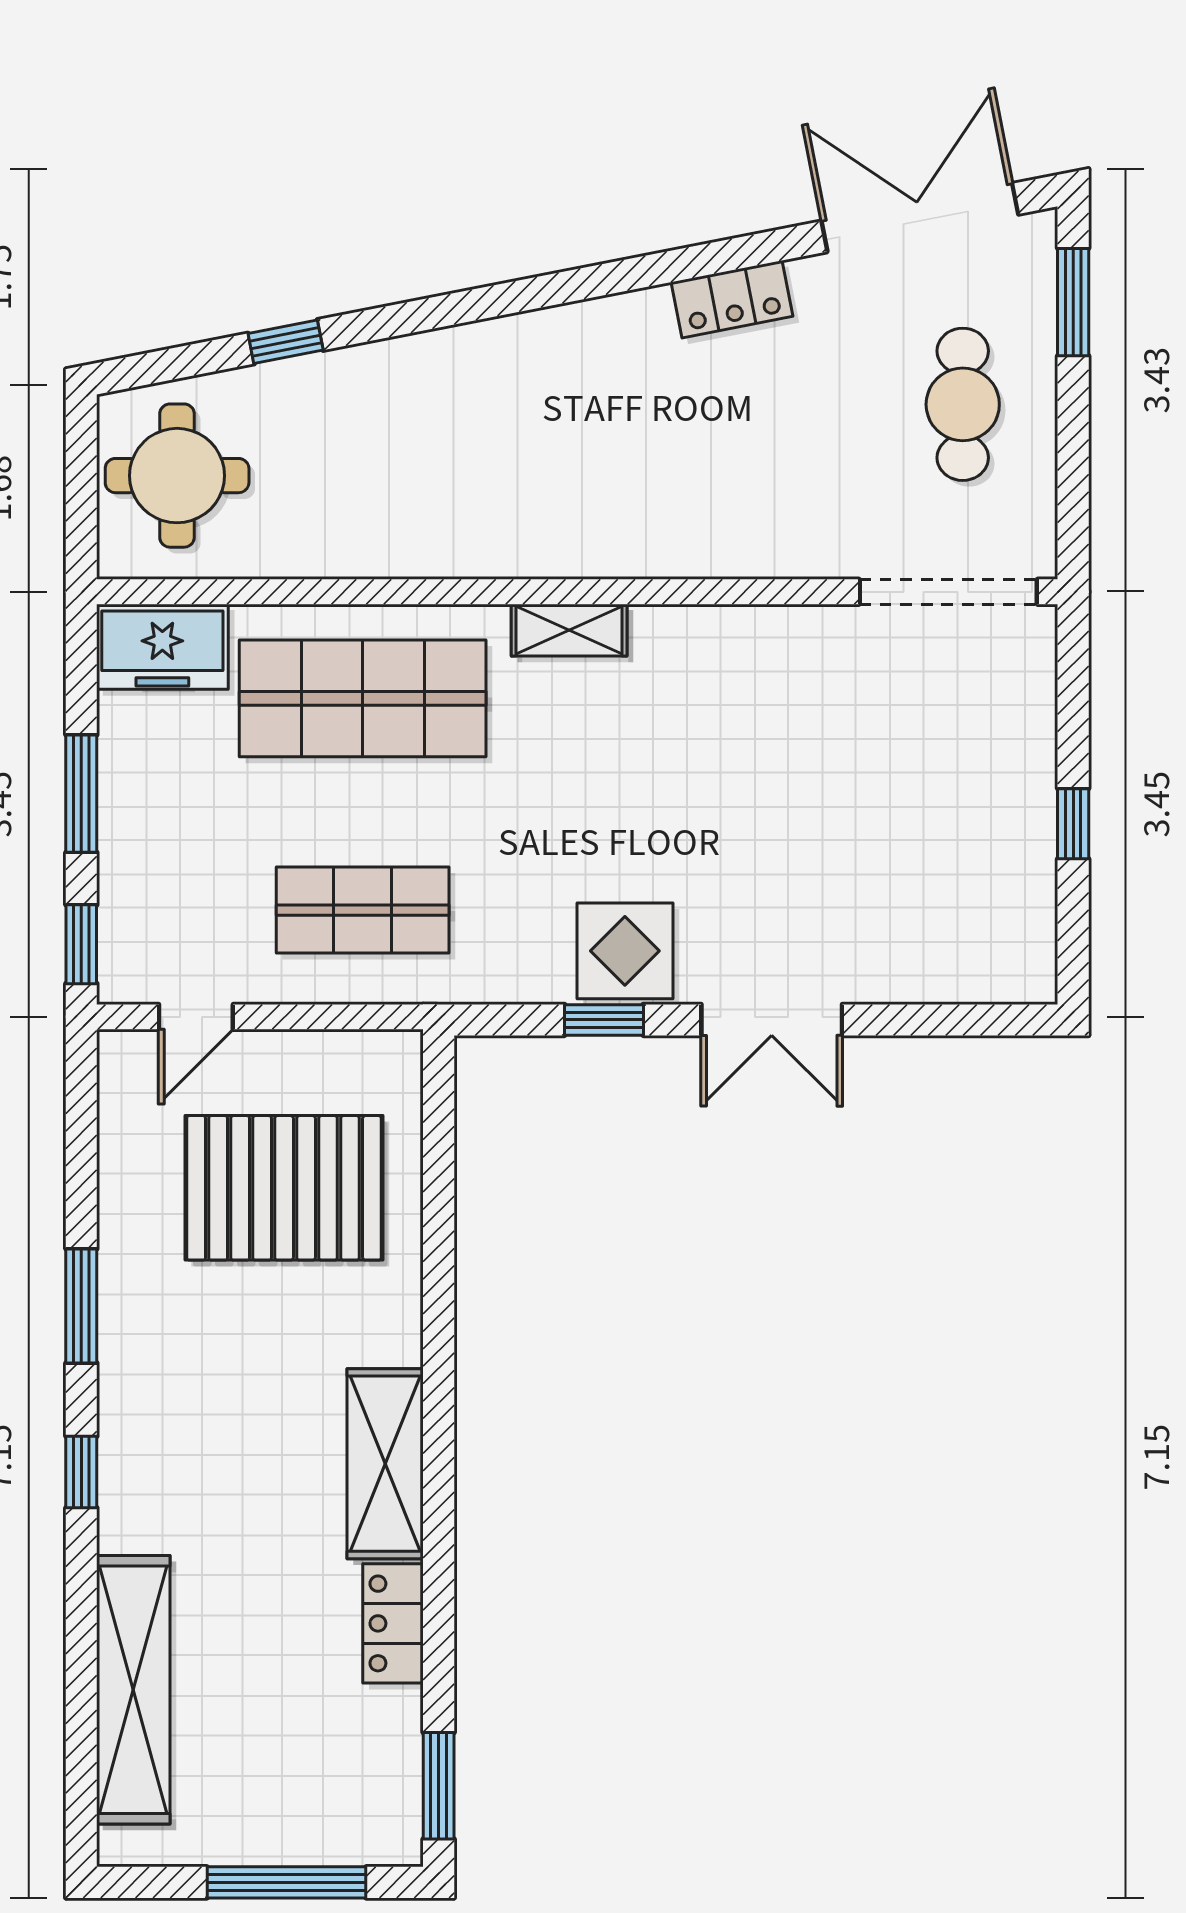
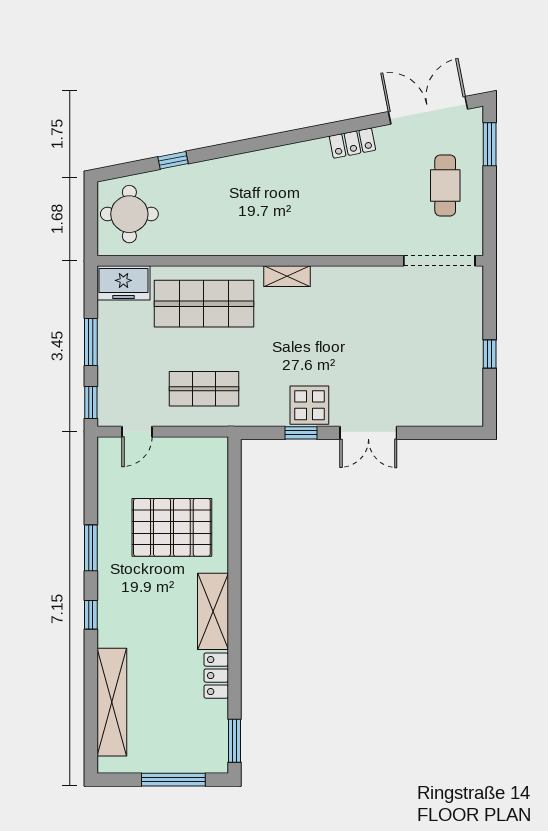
pallet: (284, 1188) -> (172, 527), moved

